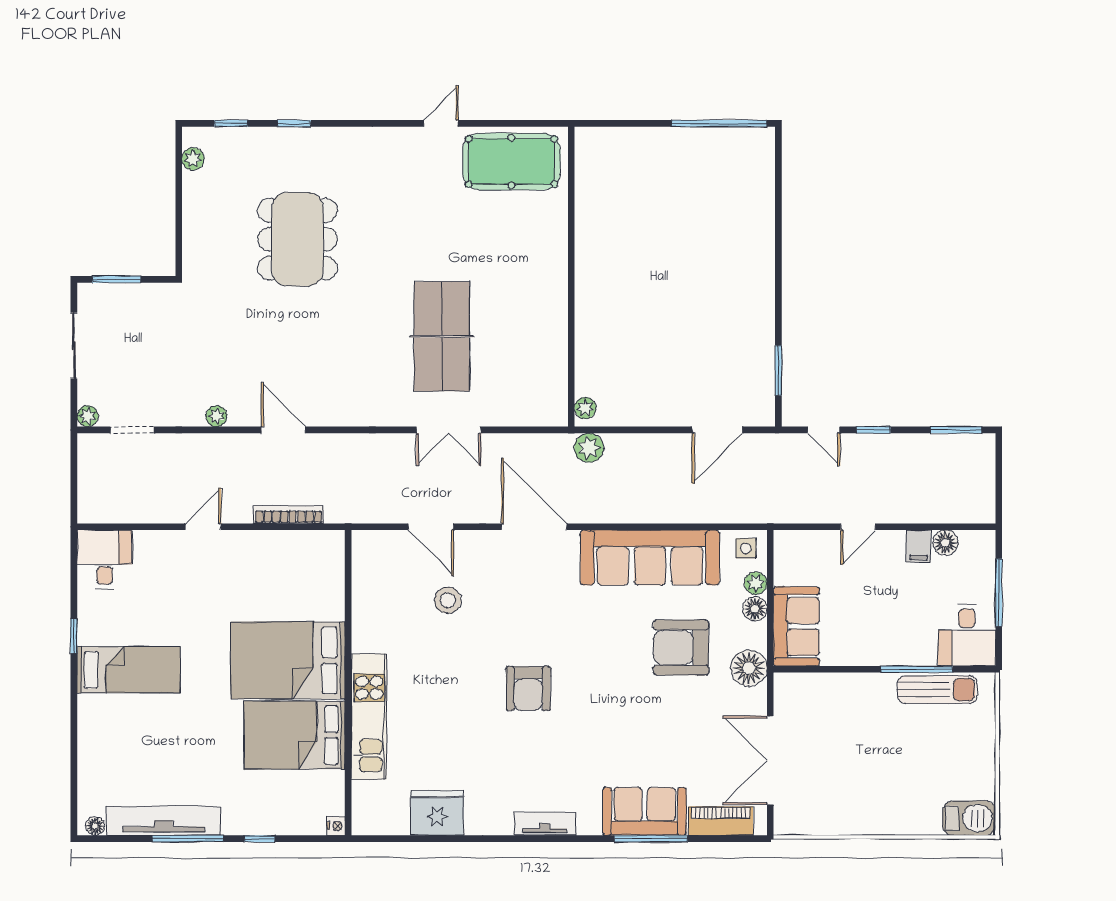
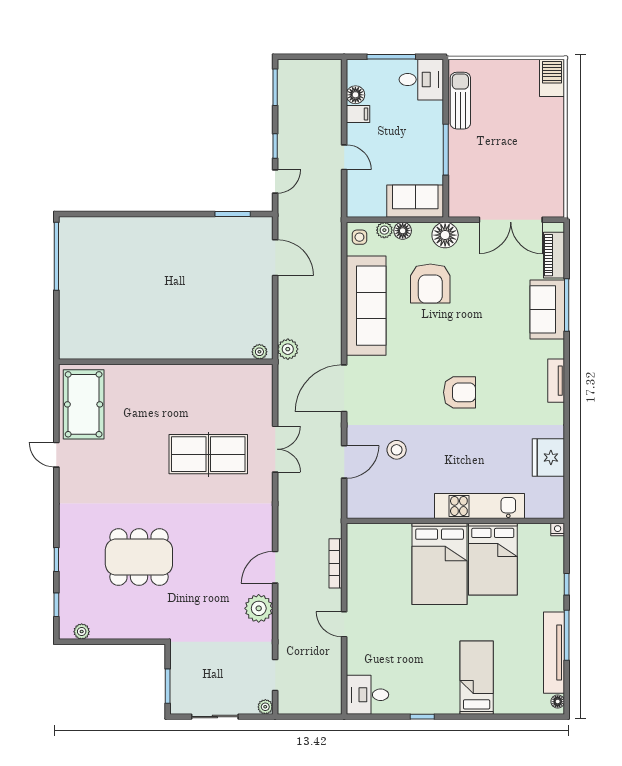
plant: (216, 416) -> (259, 608), width x1.87, depth x1.87
window: (917, 669) -> (446, 150), moved
bed: (129, 670) -> (477, 678), moved

